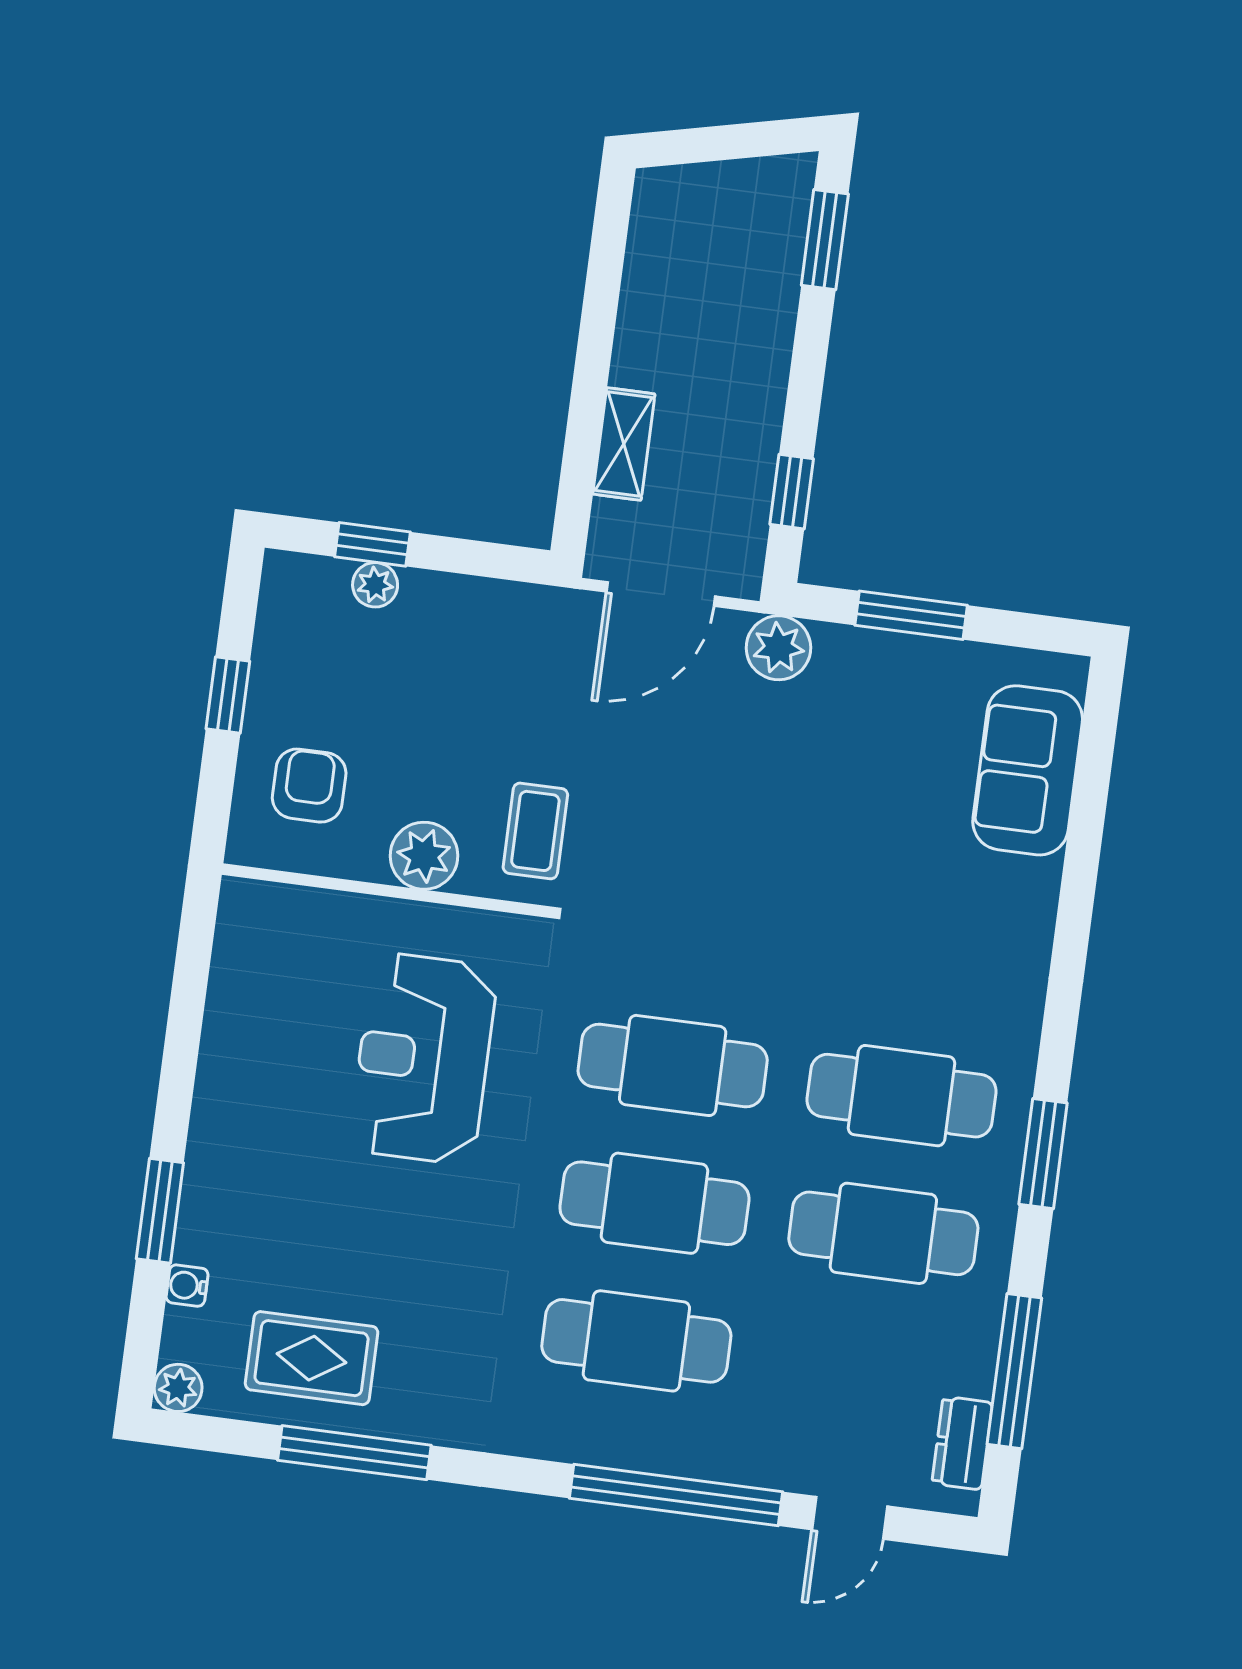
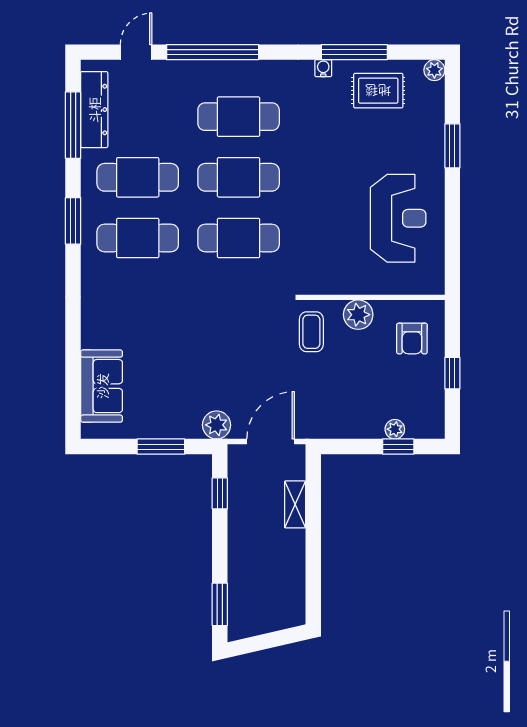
reception desk: (423, 1058) -> (398, 218), moved
water cooler: (187, 1286) -> (323, 68), moved, turned -90
dresser: (962, 1443) -> (94, 110), width x1.96, depth x1.24

